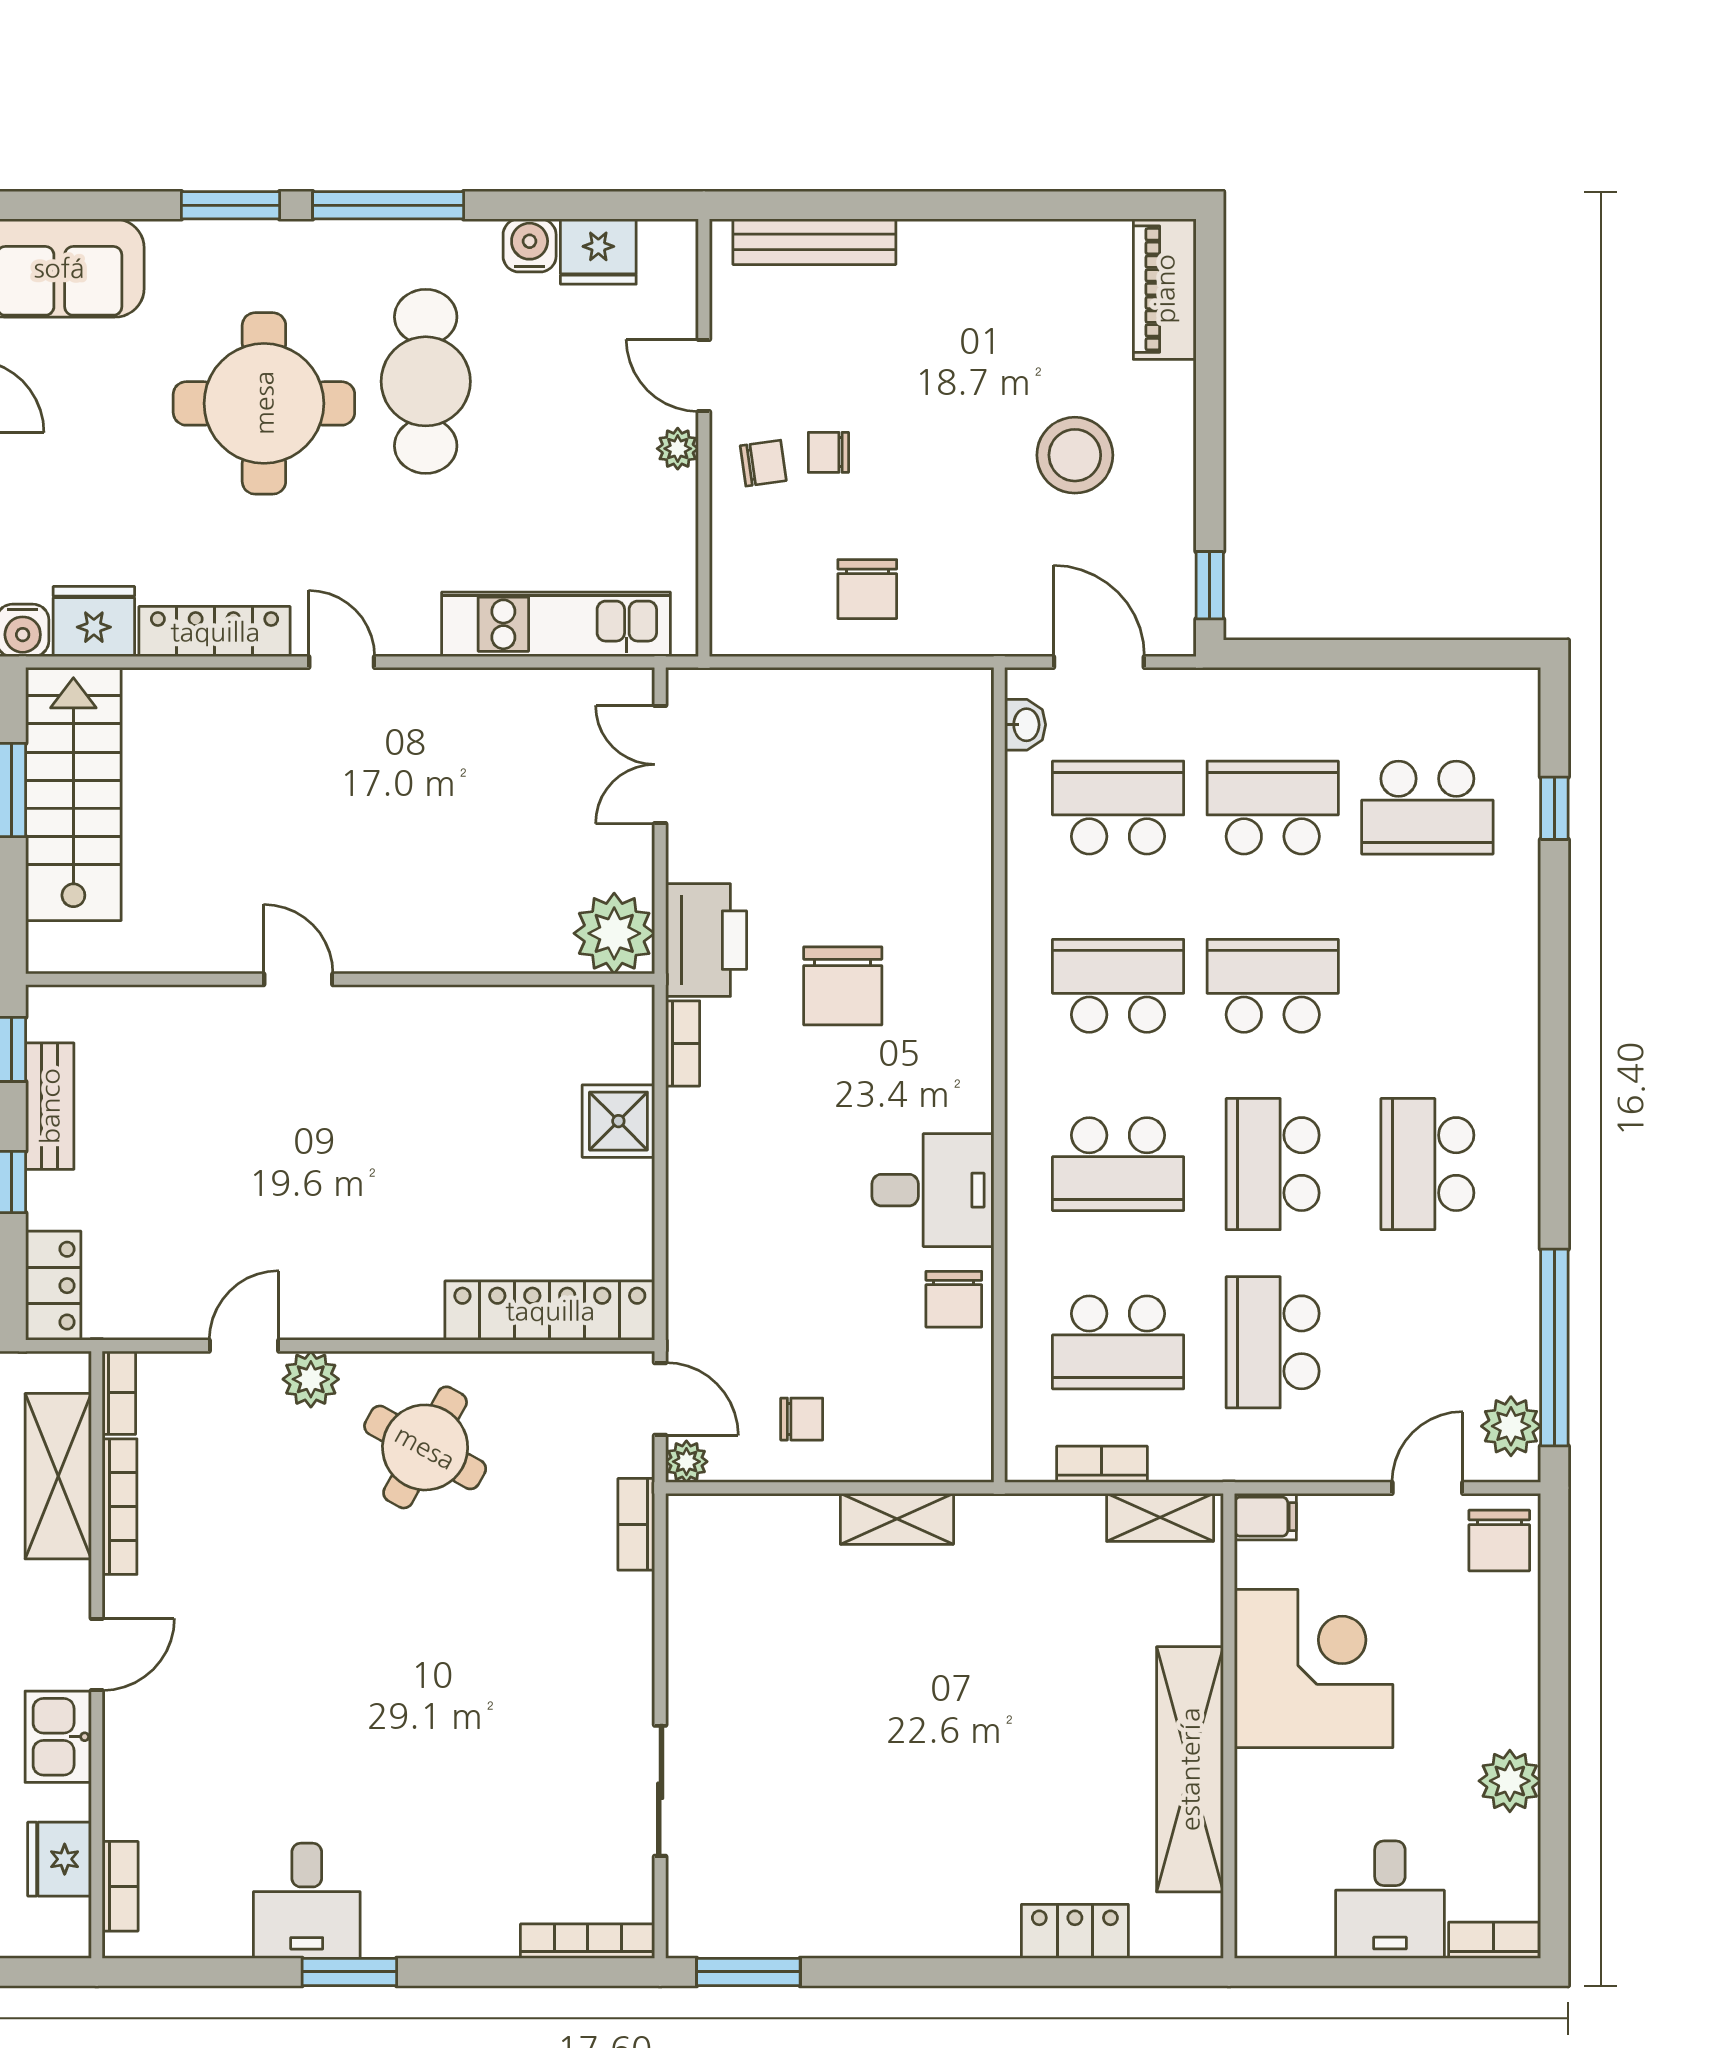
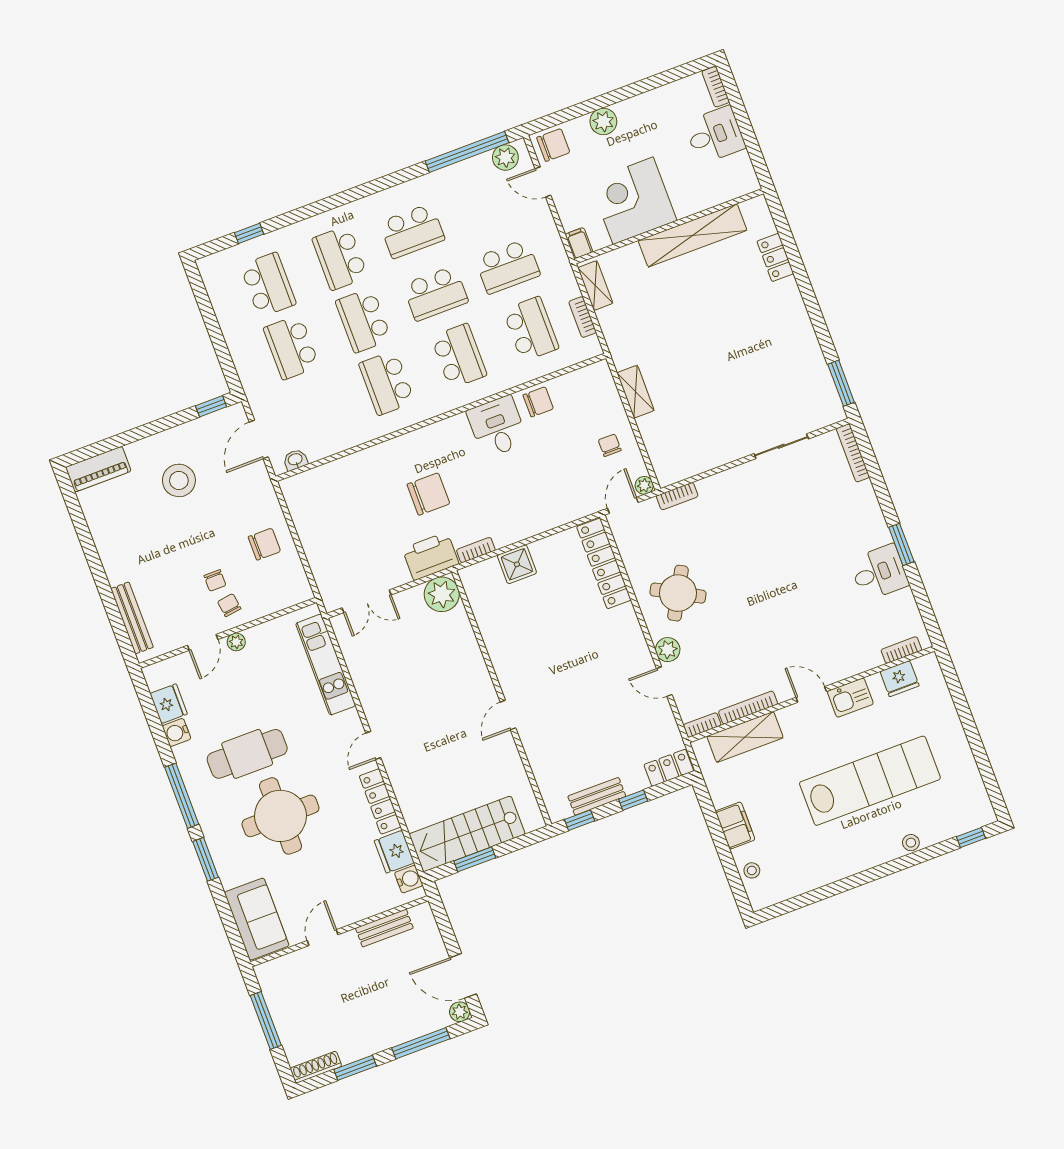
school desk: (1118, 808) -> (340, 258), moved
plant: (1510, 1781) -> (603, 121), moved

